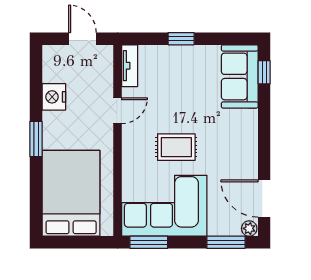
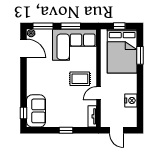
window: (36, 139) -> (140, 55), moved
rug: (176, 147) -> (80, 79), moved
window: (77, 242) -> (119, 26), added
window: (149, 242) -> (71, 26), moved

